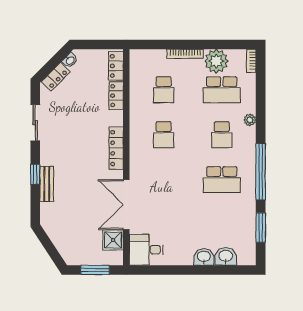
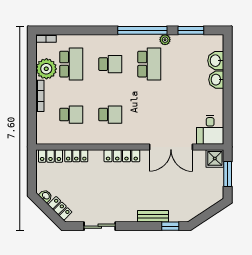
plant: (250, 120) -> (165, 40), moved
window: (35, 174) -> (170, 226), moved
shower: (113, 240) -> (215, 158), moved

